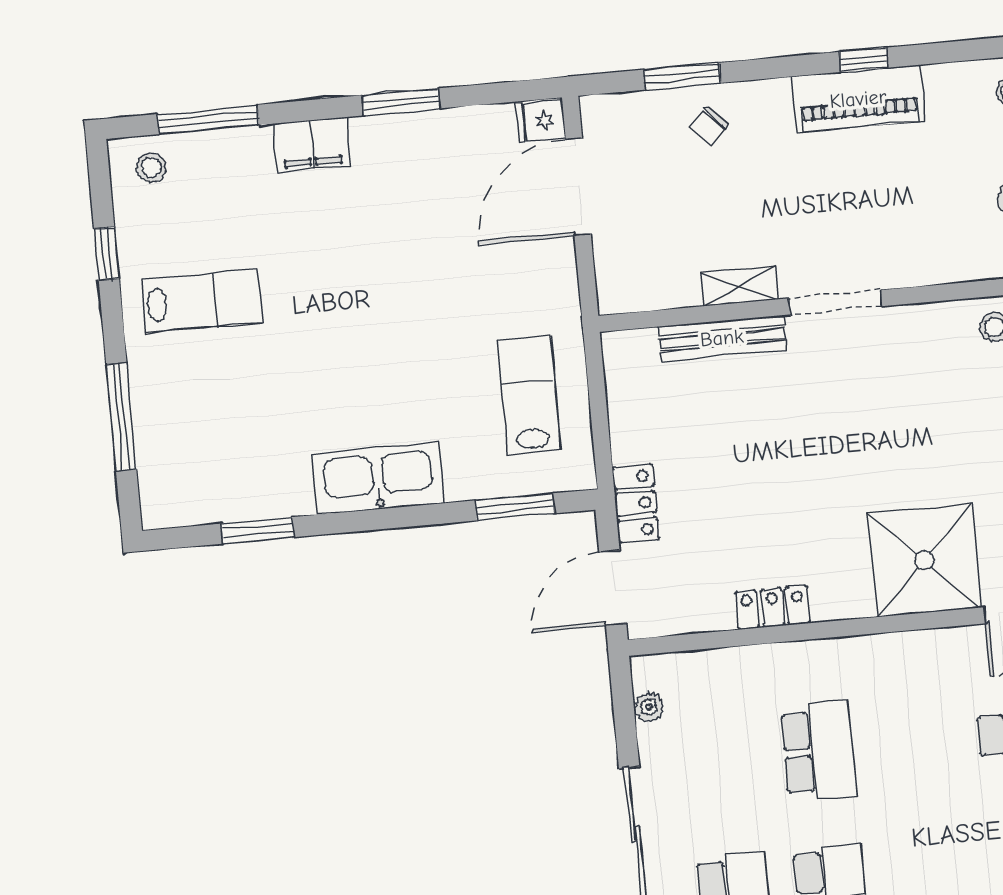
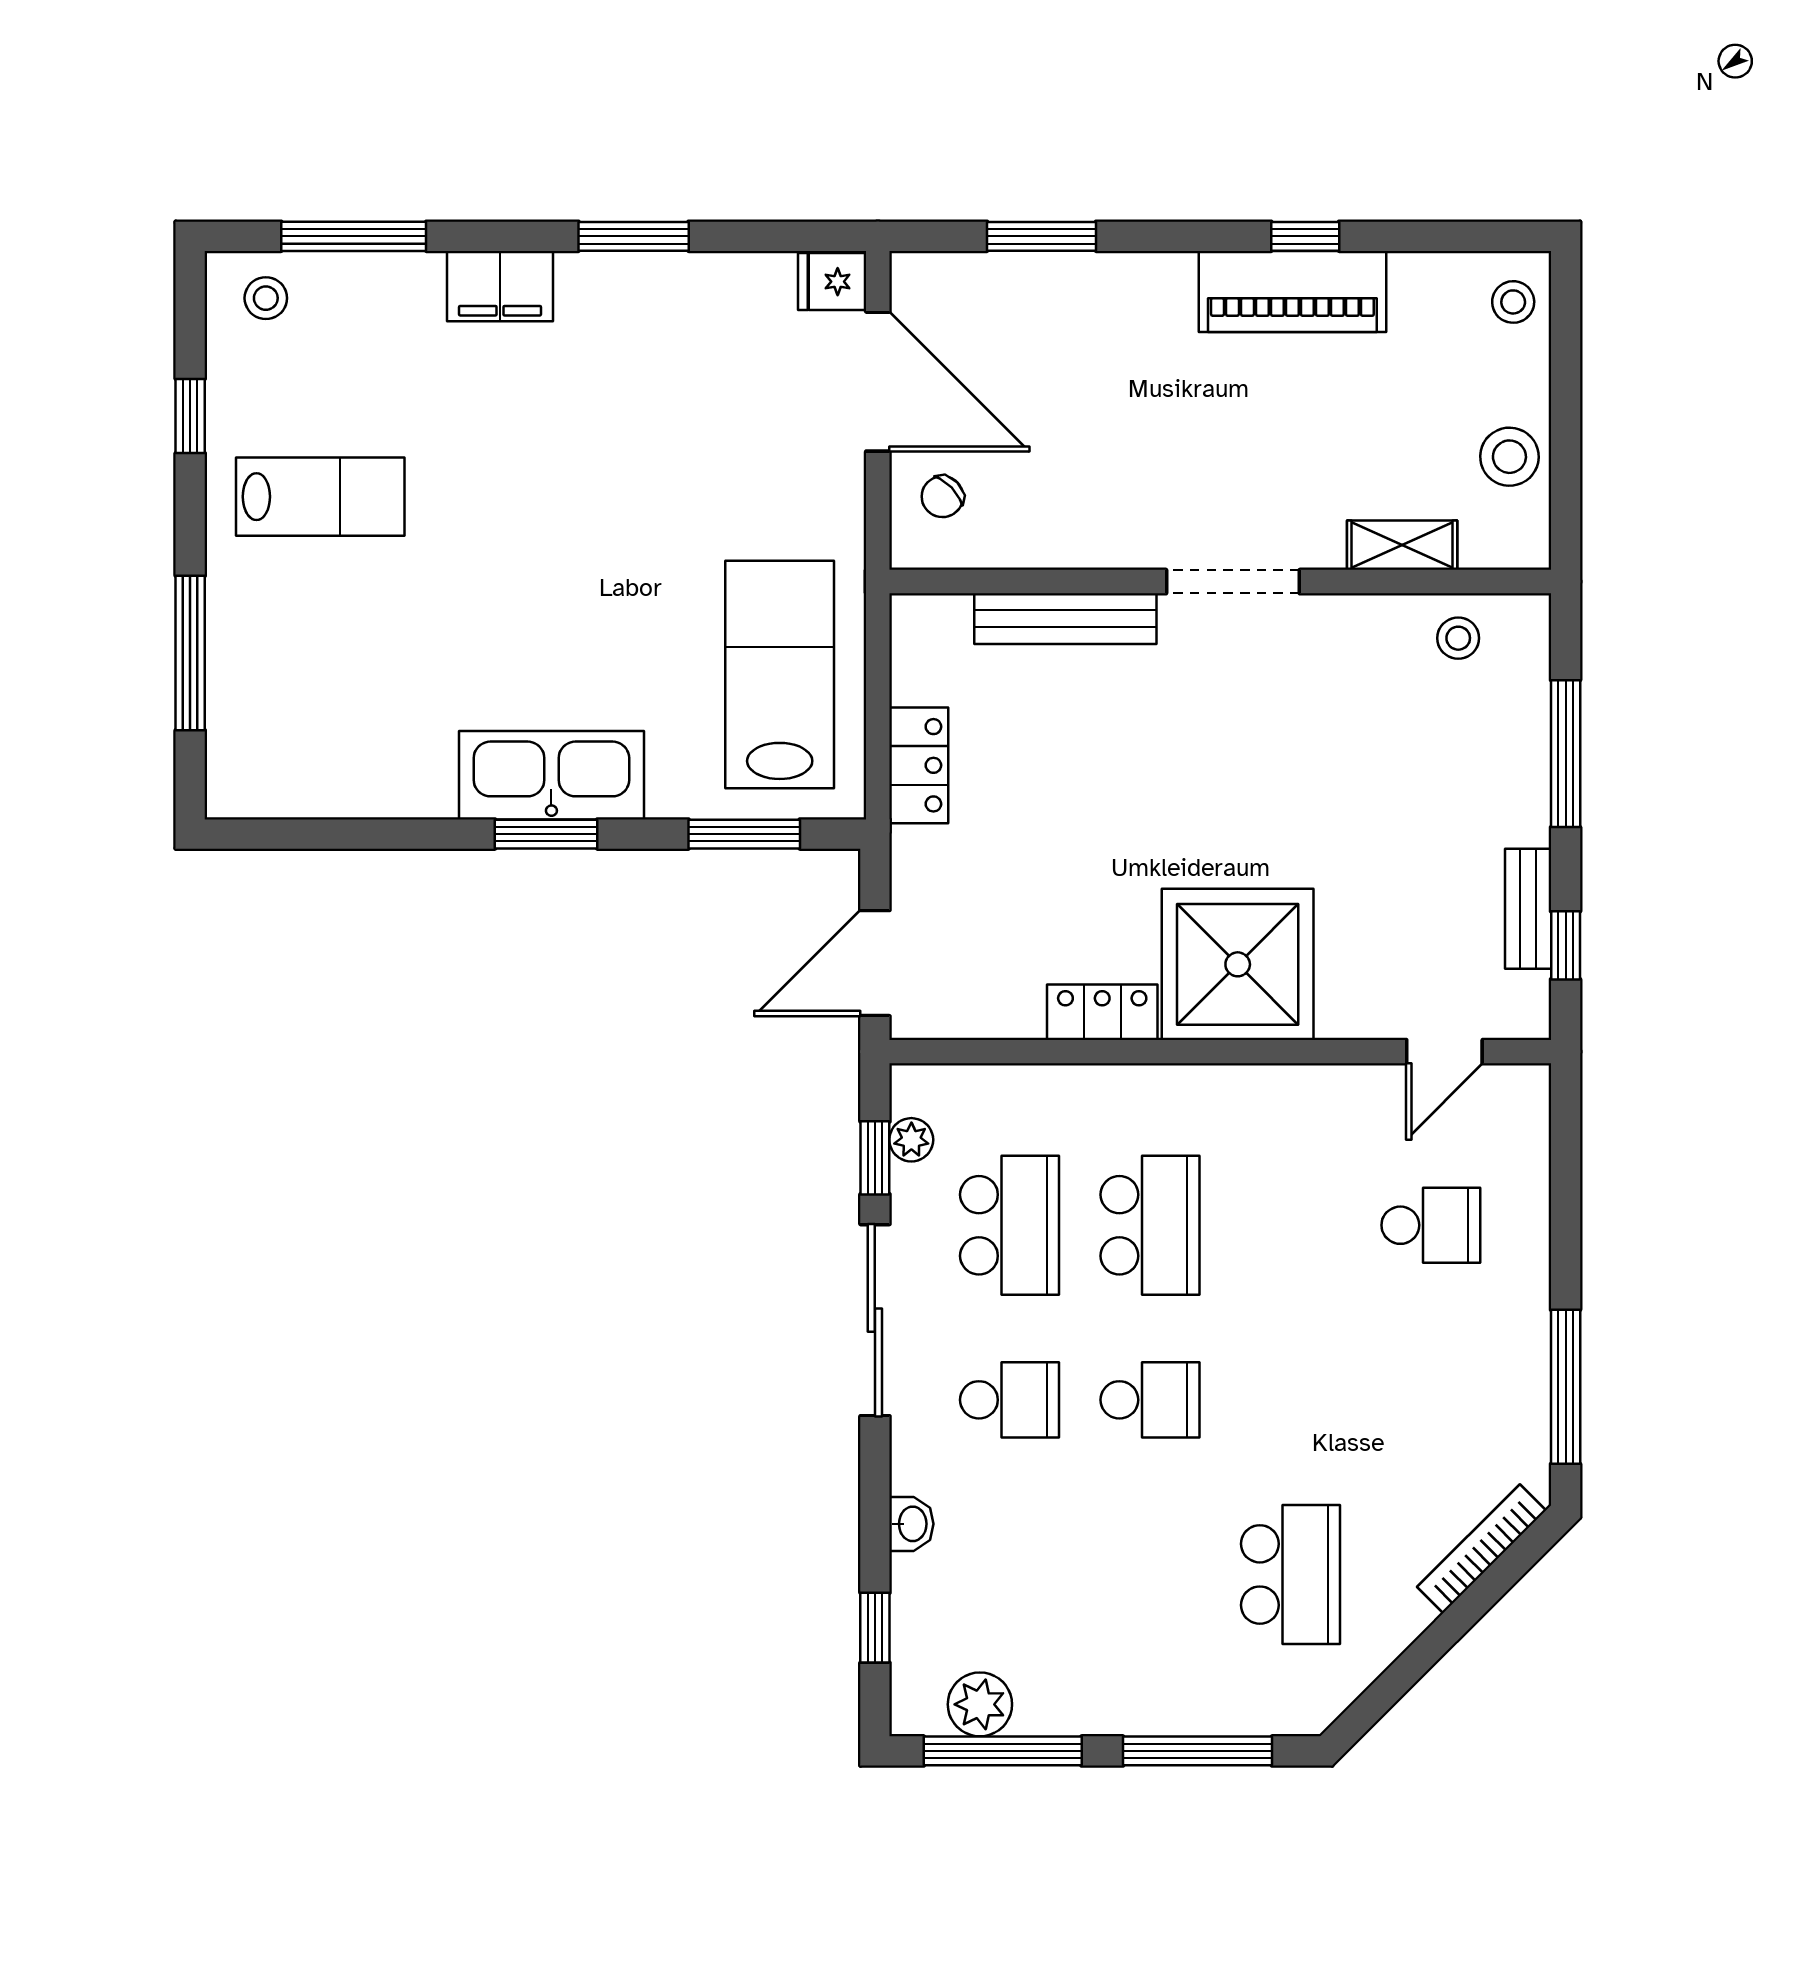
chair: (709, 126) -> (942, 497), moved
door: (578, 187) -> (878, 382), swing flipped
shelving: (739, 286) -> (1402, 545), moved
lab bench: (529, 395) -> (780, 674), width x1.36, depth x1.39
locker: (636, 503) -> (919, 765), moved
window: (258, 530) -> (546, 834), moved
shower: (924, 560) -> (1238, 964), moved
window: (625, 722) -> (875, 1158), added
school desk: (722, 760) -> (1010, 1225), added

